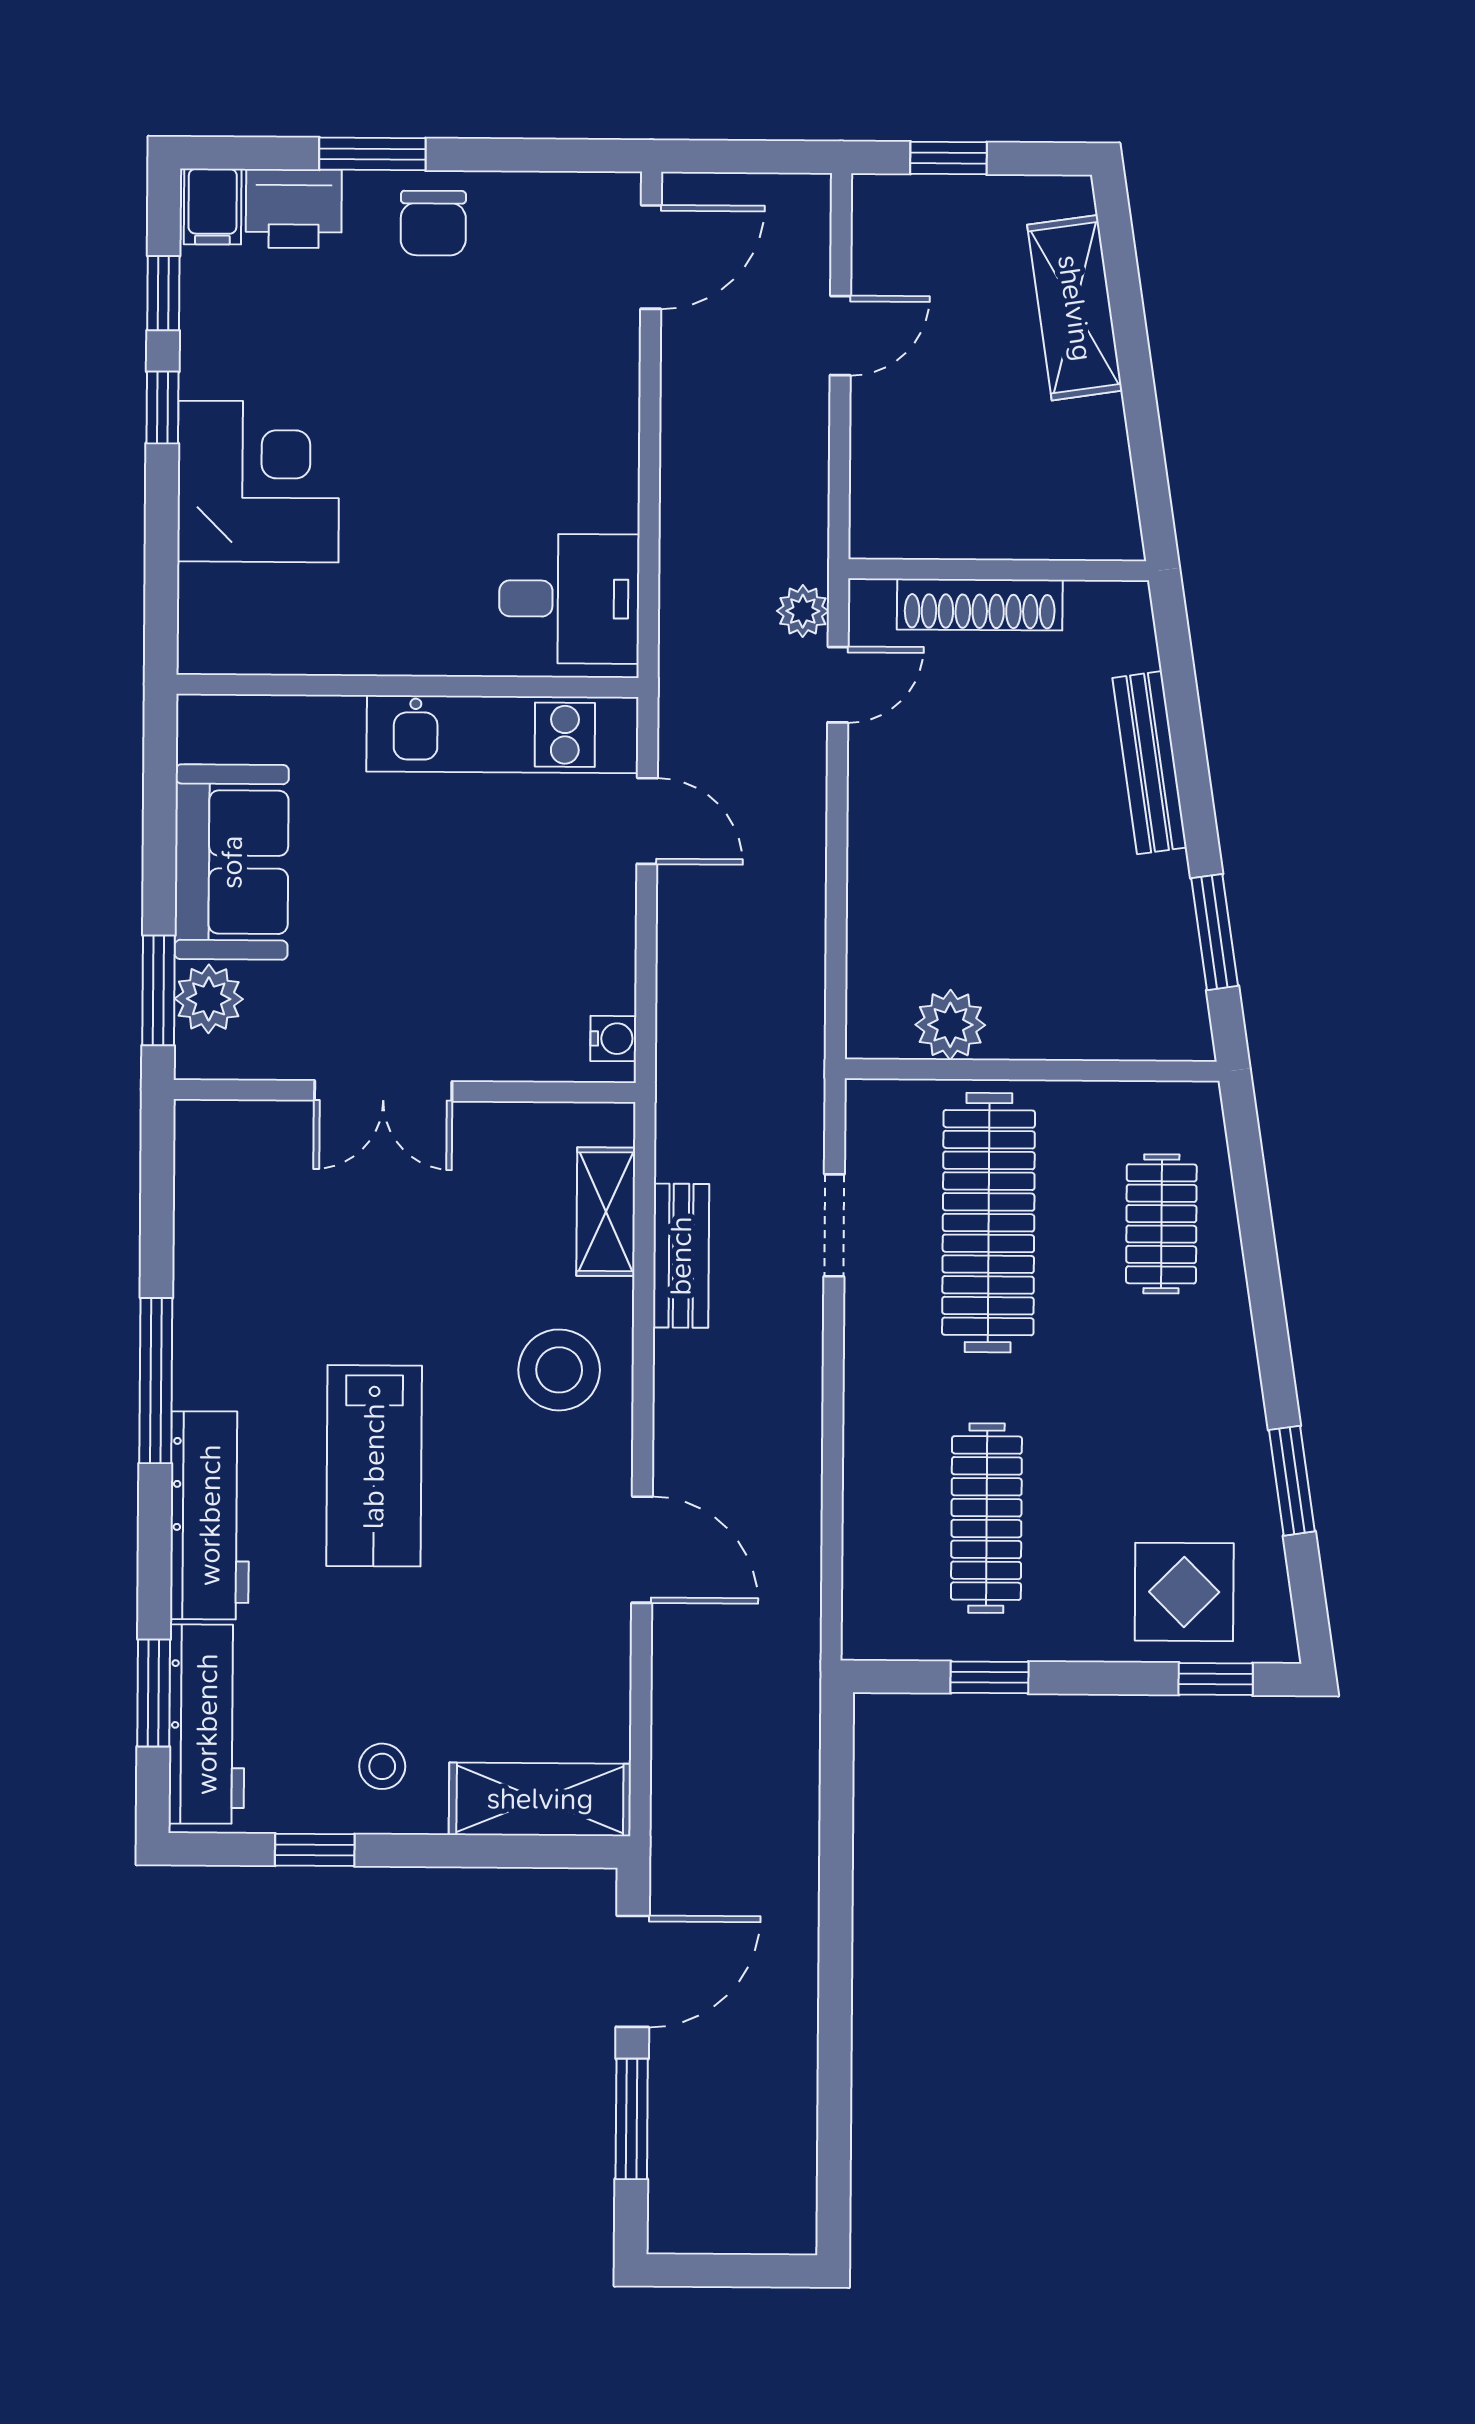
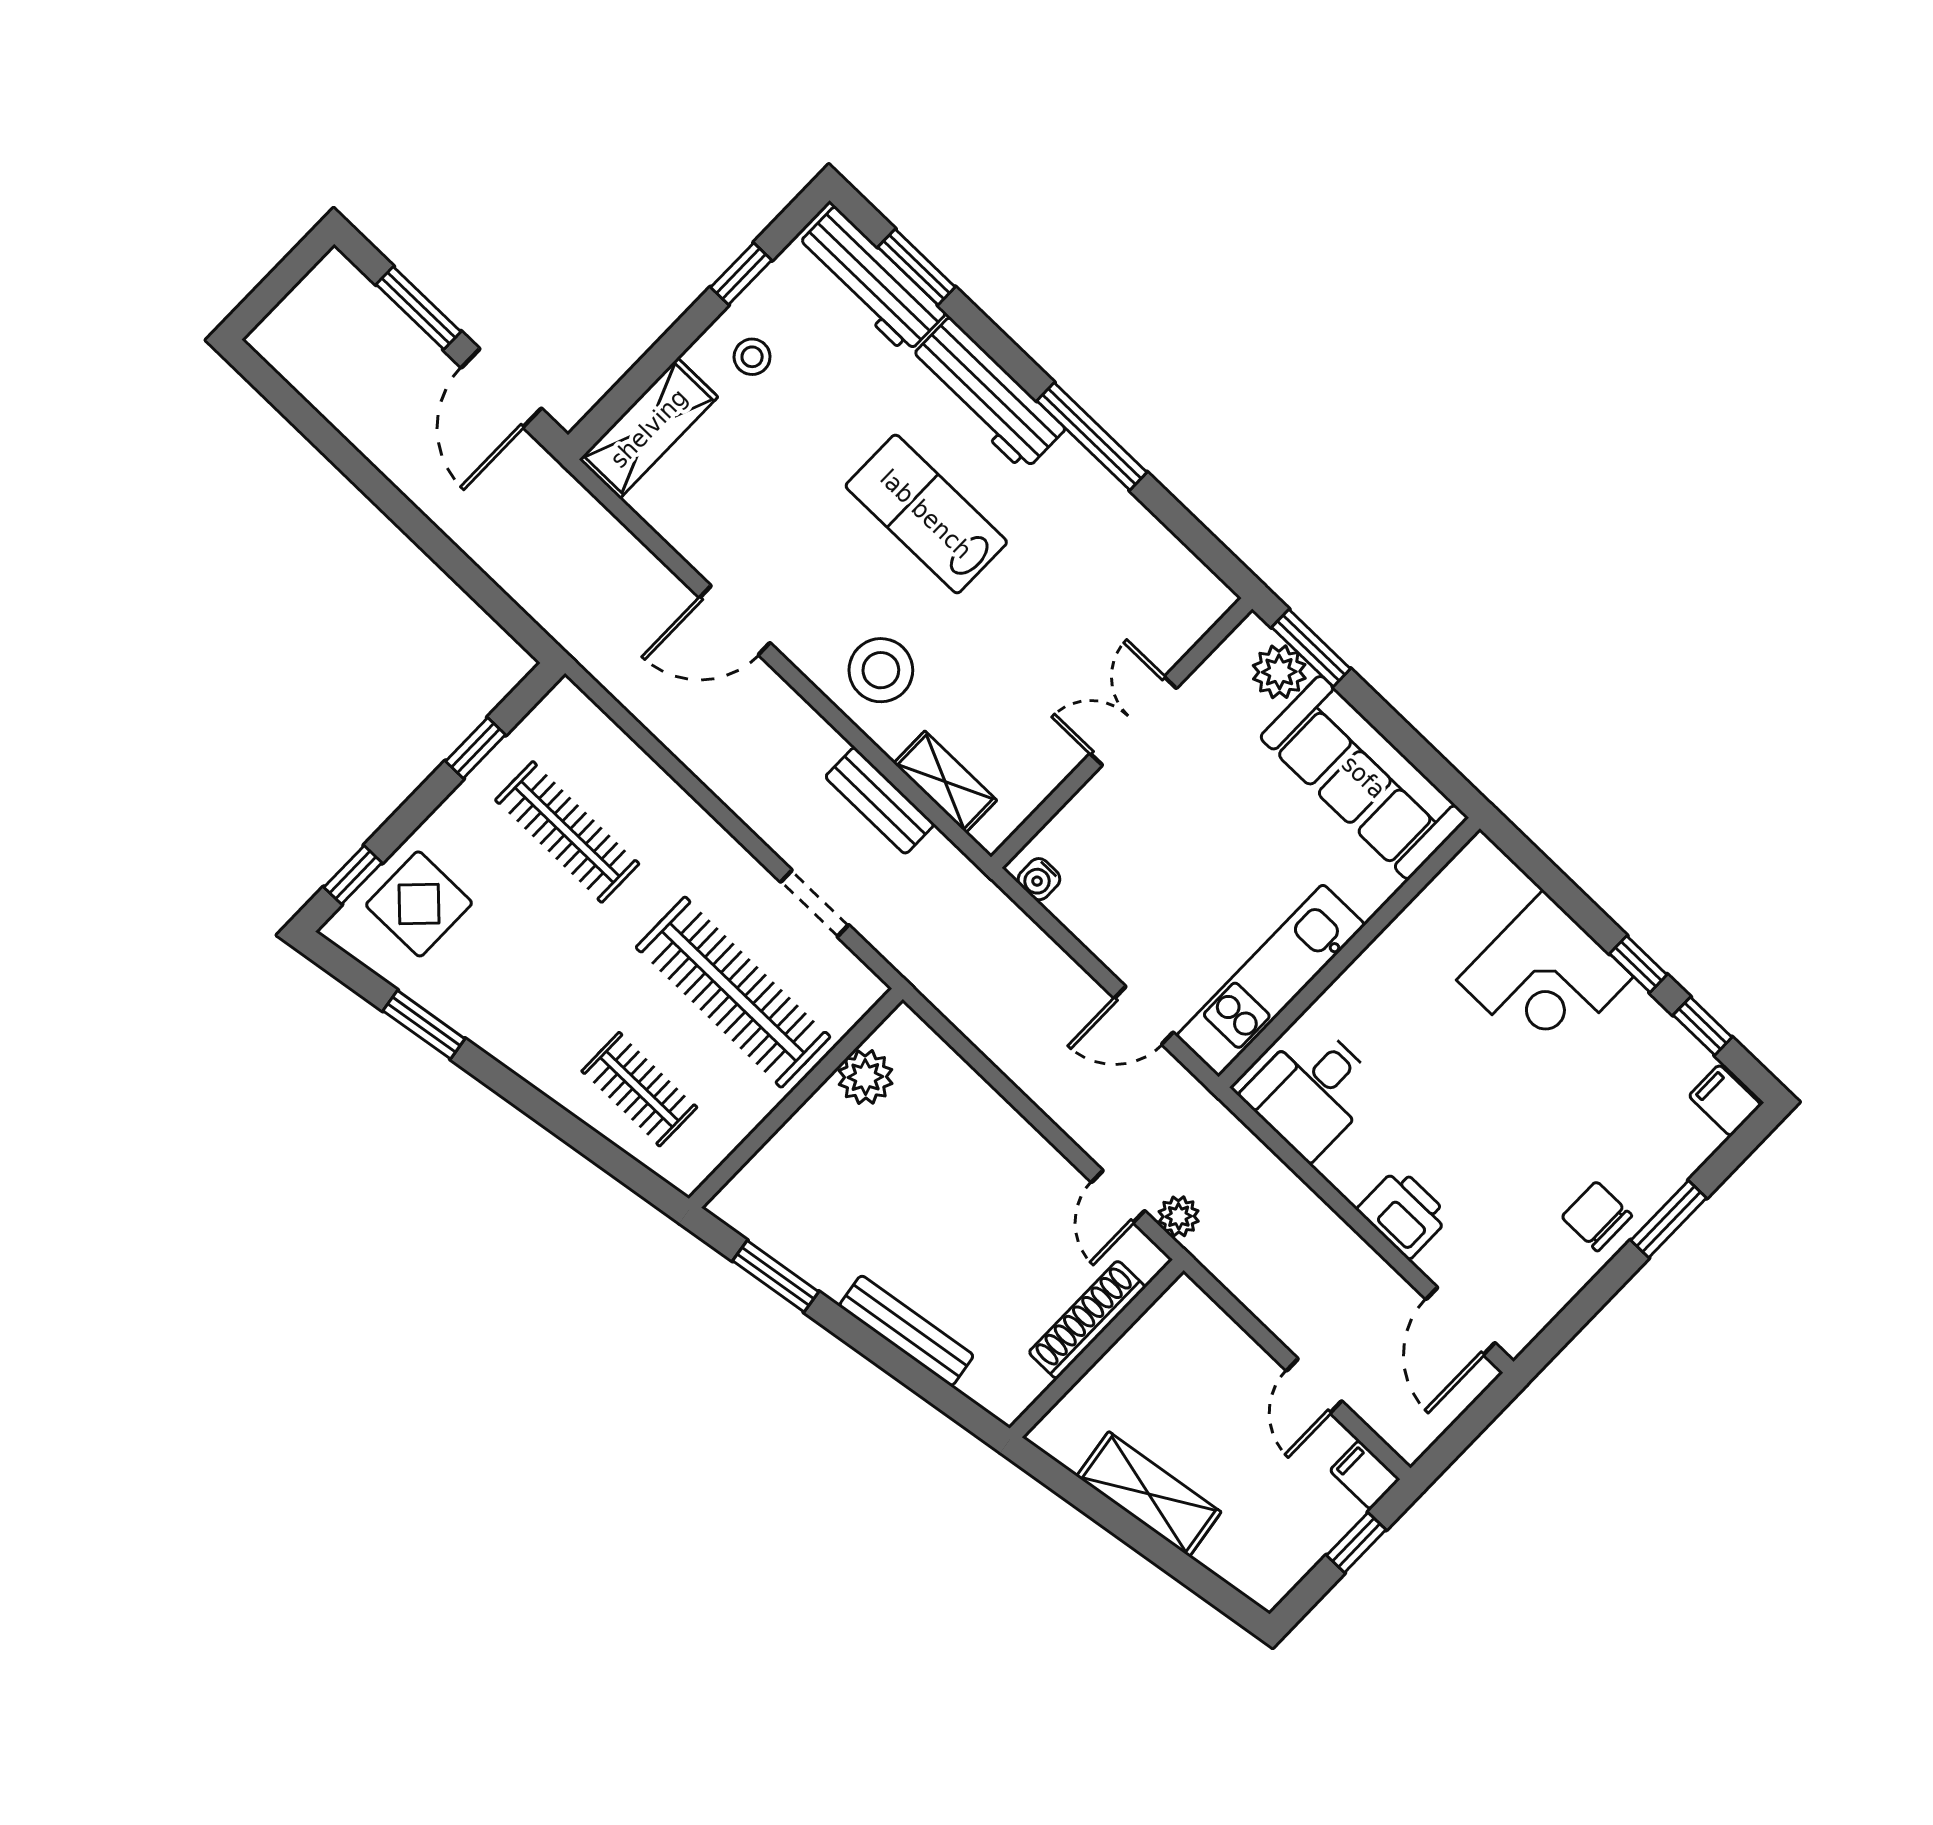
printer: (294, 209) -> (1404, 1213), moved, turned 90
filing cabinet: (878, 210) -> (1365, 1475), added
shelving: (1075, 308) -> (1149, 1494), moved
sofa: (232, 862) -> (1364, 777), width x1.36

